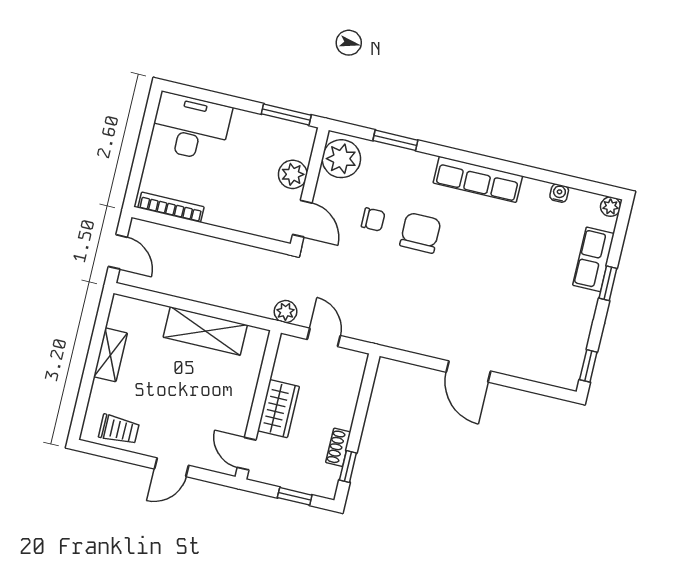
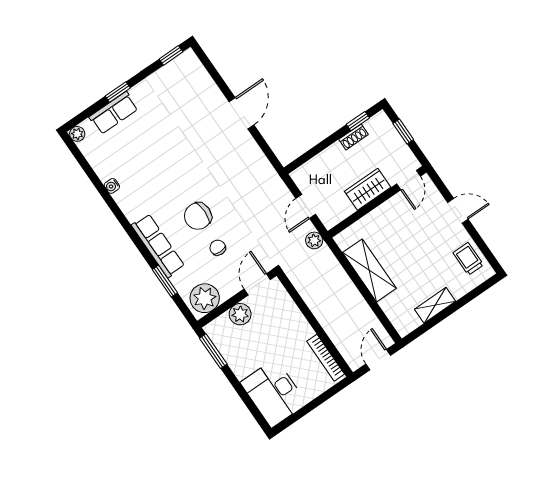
row of seats: (478, 179) -> (158, 246), moved
water cooler: (559, 193) -> (112, 186), moved

